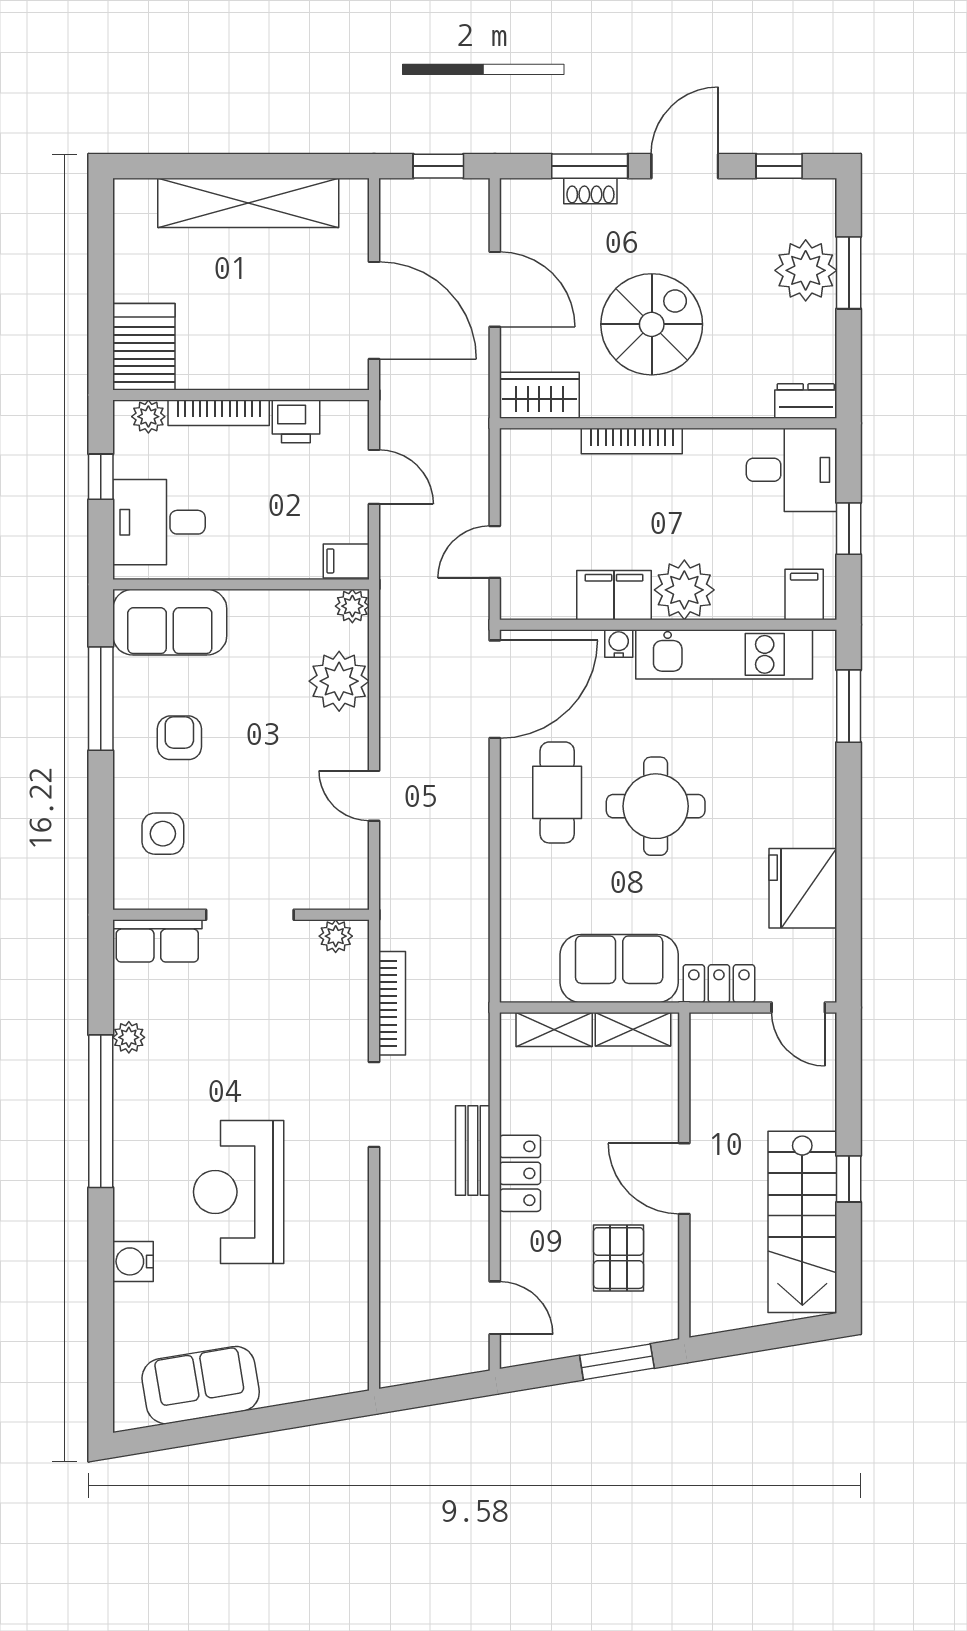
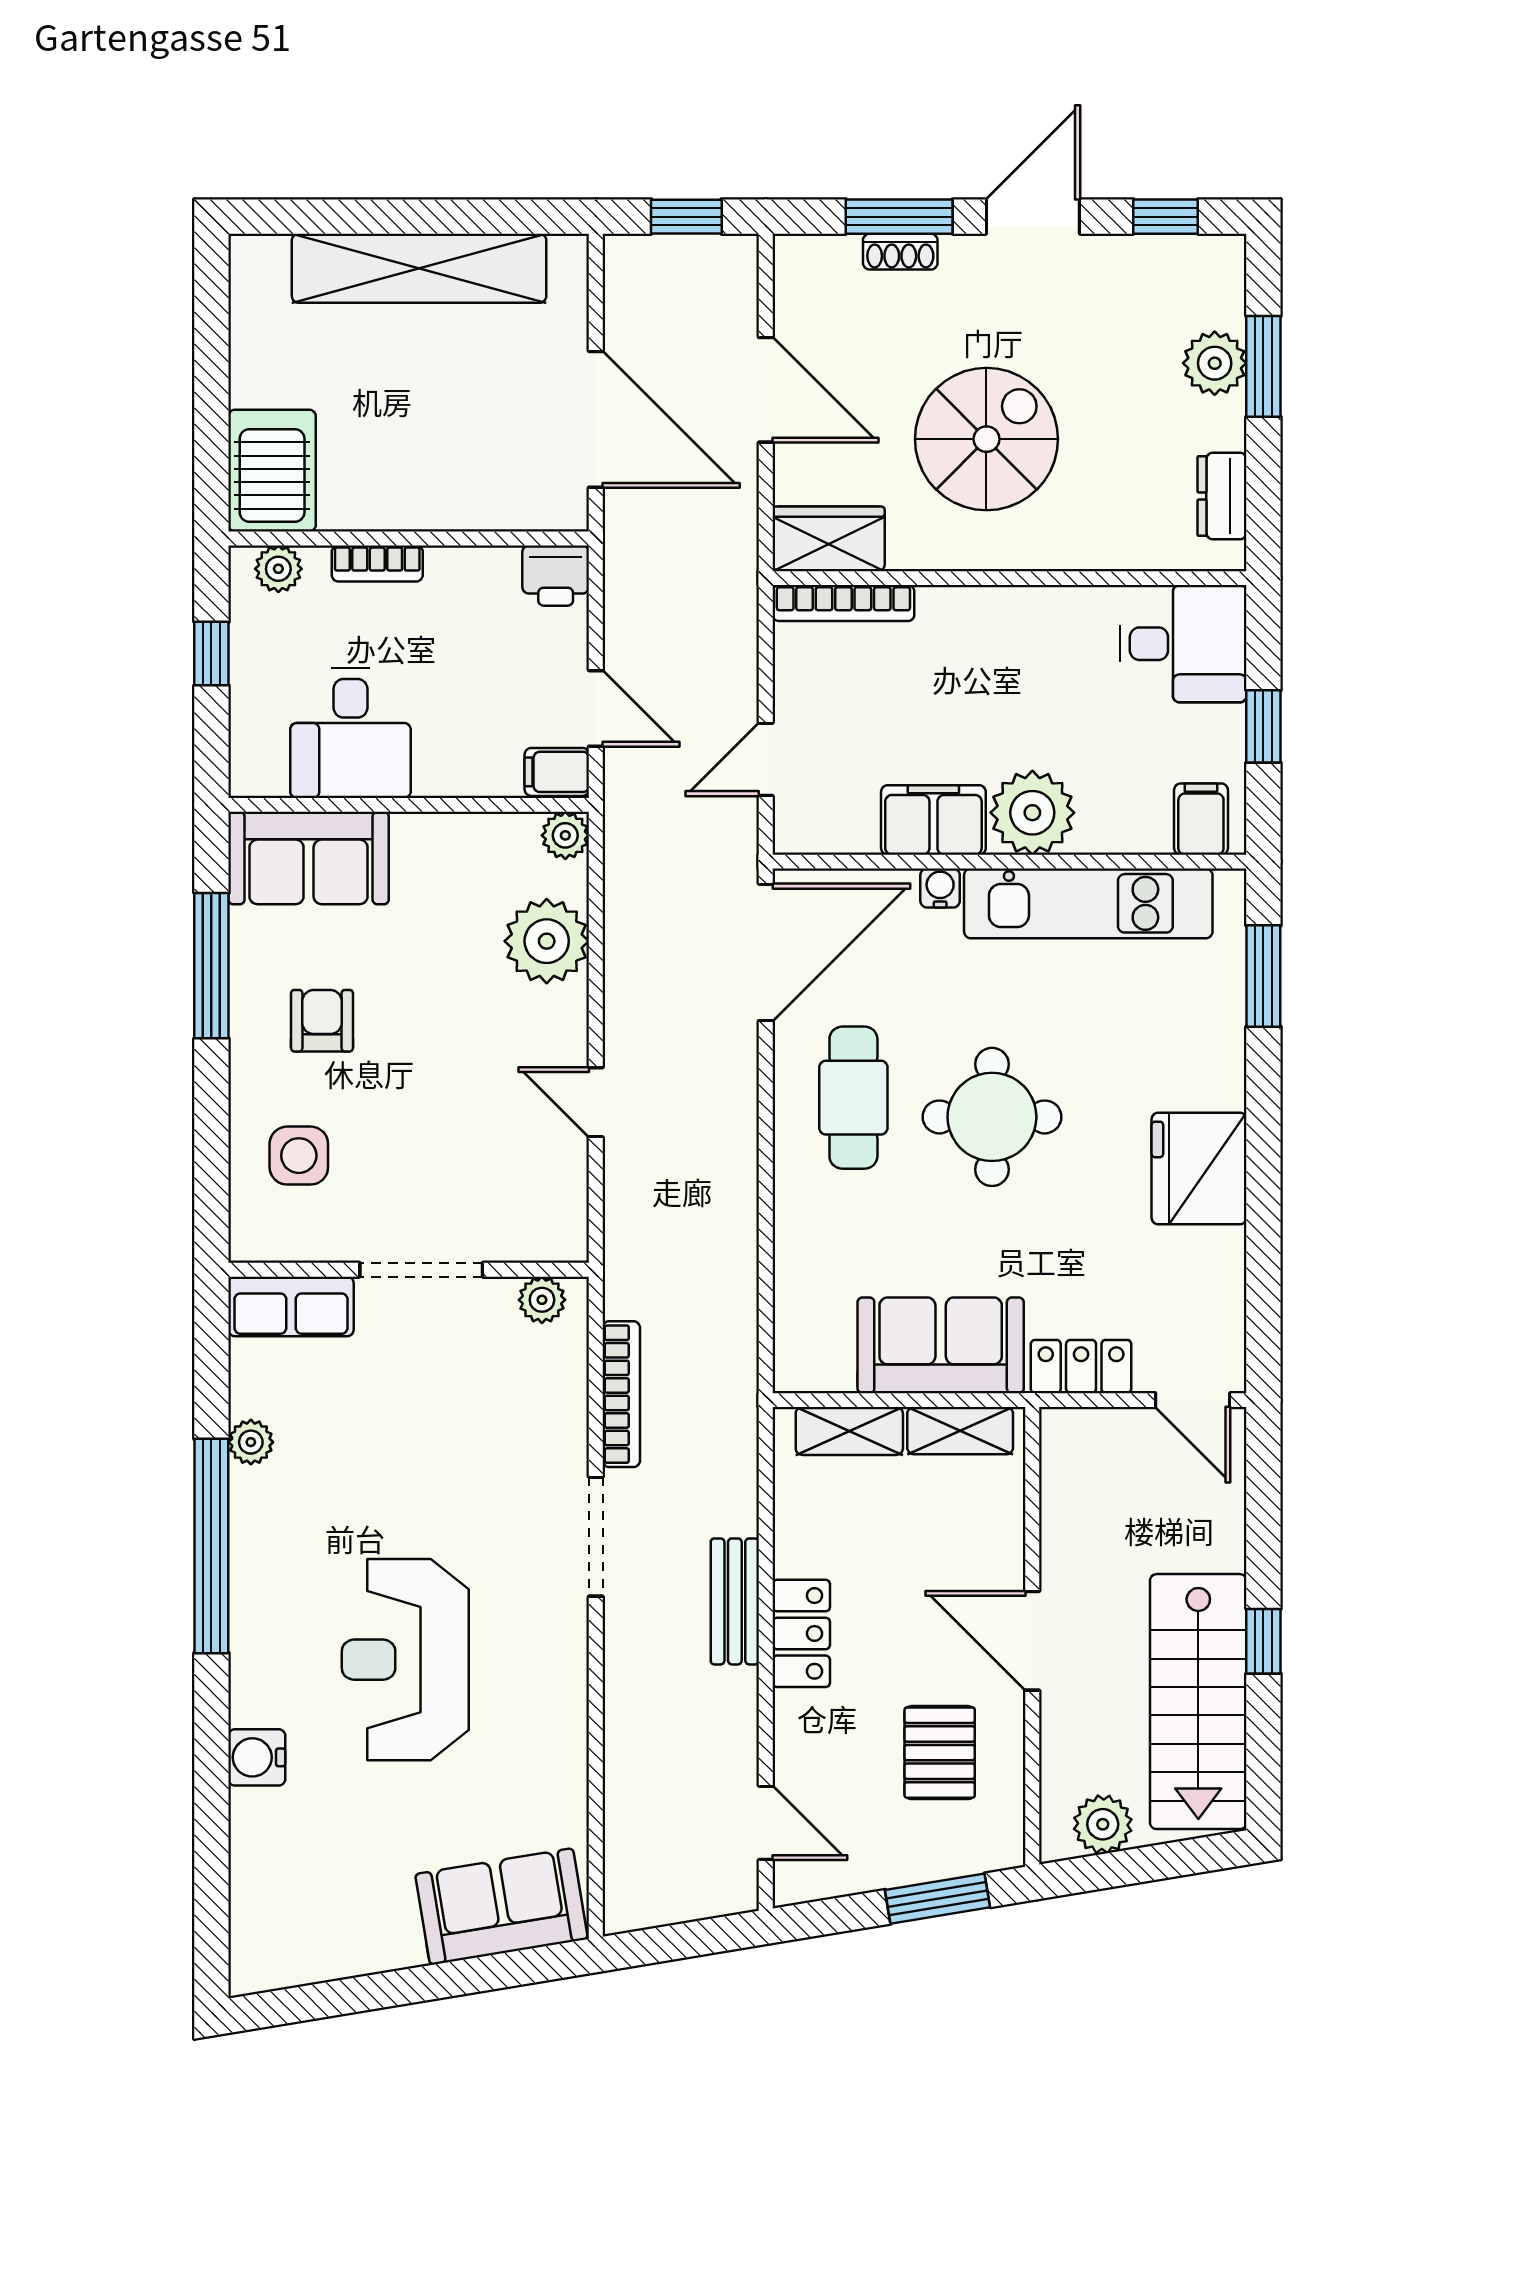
plant: (806, 270) -> (1215, 363), width x0.73, depth x0.73
dresser: (806, 401) -> (1222, 496), moved, turned -90
bookcase: (219, 413) -> (377, 563), width x0.64
printer: (296, 421) -> (556, 576), moved
bookcase: (632, 441) -> (843, 603), moved
door: (374, 477) -> (596, 708), moved
desk: (159, 522) -> (350, 733), moved, turned -90
fridge: (803, 888) -> (1199, 1169), moved
plant: (734, 1309) -> (1103, 1824), added
sofa: (201, 1385) -> (501, 1907), moved

